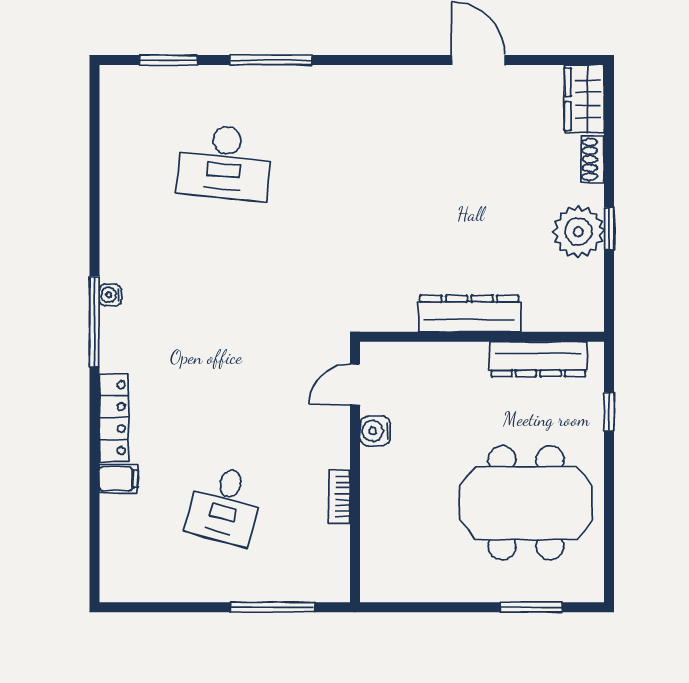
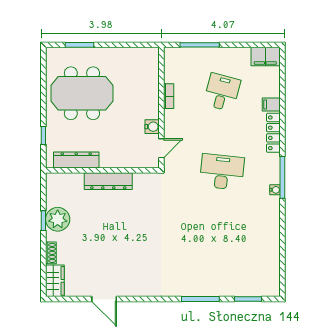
desk: (225, 162) -> (222, 172), moved
filing cabinet: (132, 582) -> (265, 56), added

